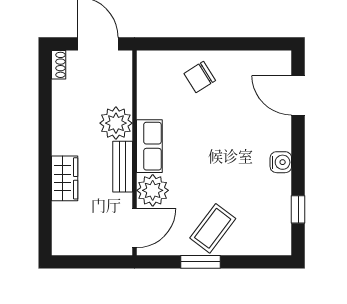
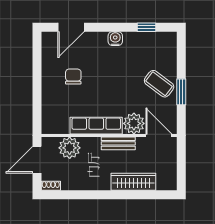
chair: (200, 77) -> (73, 77), moved, turned -148
plant: (116, 123) -> (70, 148), moved
row of seats: (149, 146) -> (96, 126), width x1.48
wardrobe: (65, 178) -> (133, 182), width x1.50

